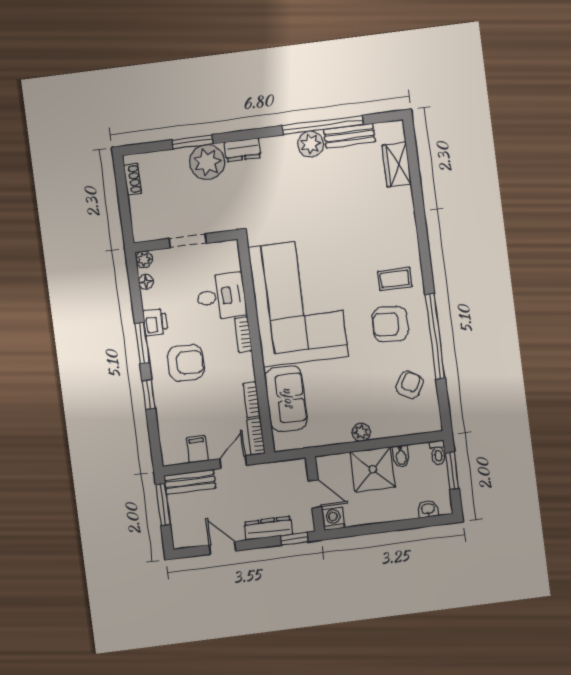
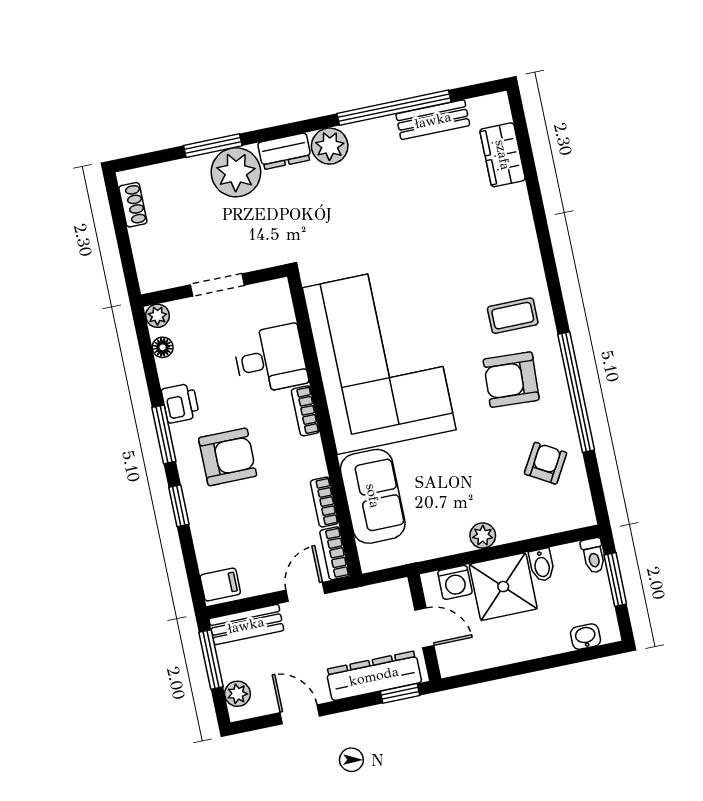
plant: (311, 144) -> (330, 146), moved
filing cabinet: (197, 449) -> (220, 585), moved, turned 90
washing machine: (333, 519) -> (455, 582), moved, turned 180
dresser: (268, 528) -> (374, 676), width x1.37, depth x1.24
plant: (180, 530) -> (237, 694), added

